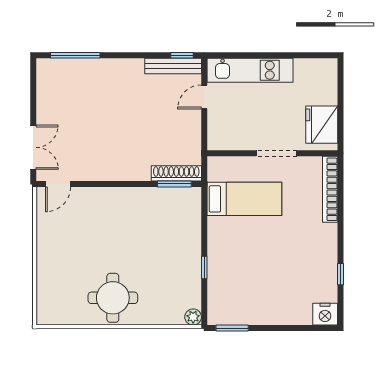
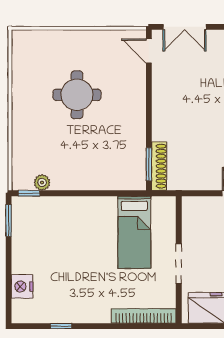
window: (204, 268) -> (29, 193), moved
round table: (113, 298) -> (77, 95), moved
nightstand: (325, 314) -> (22, 286), moved
plant: (193, 317) -> (42, 182), moved

